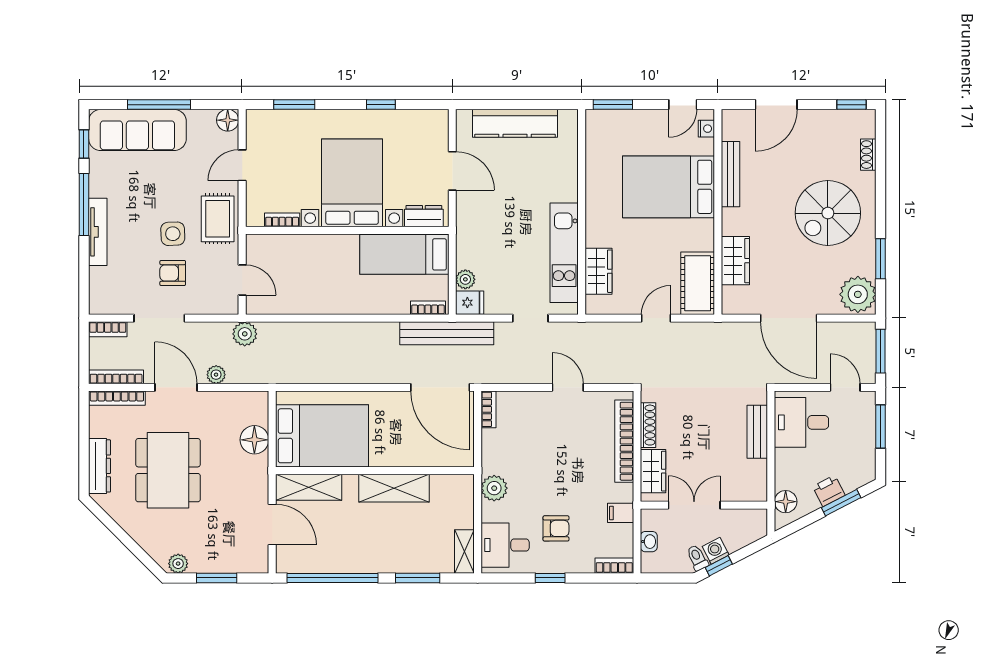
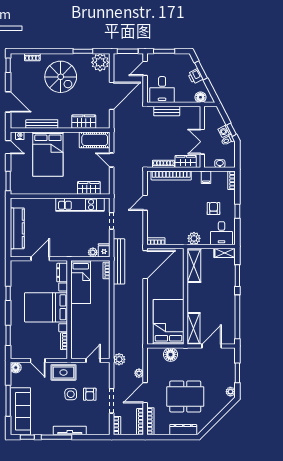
shelving: (394, 488) -> (194, 266), moved

